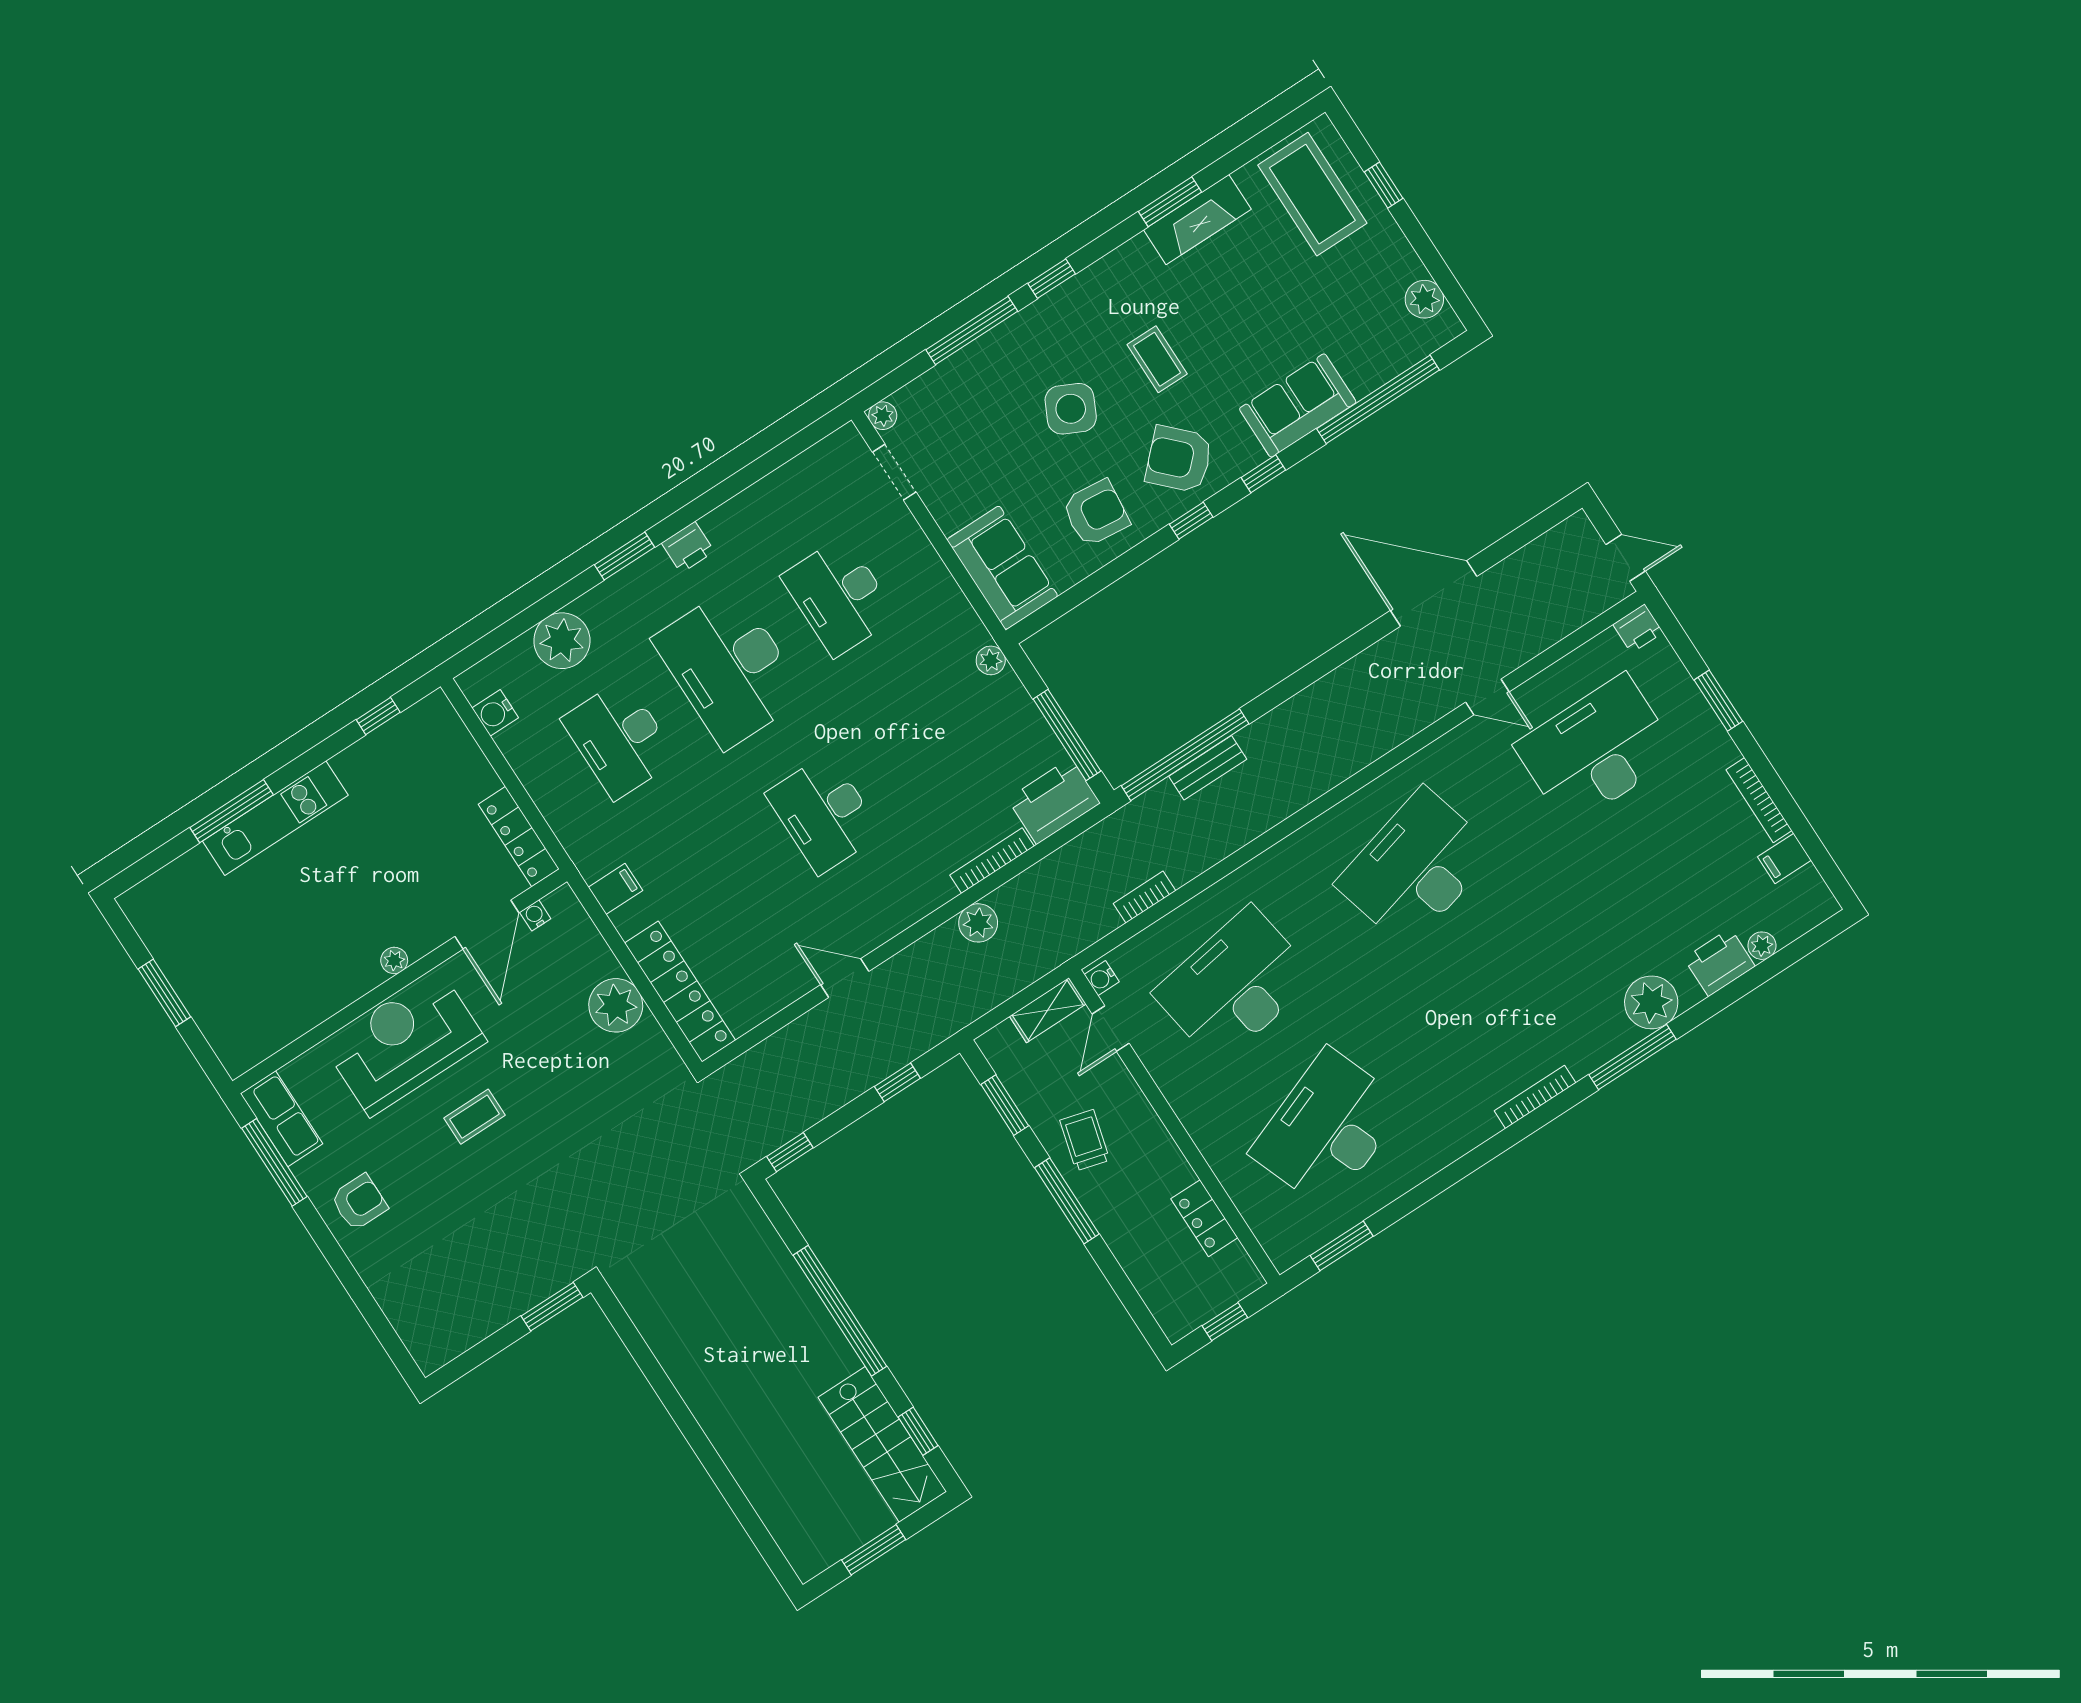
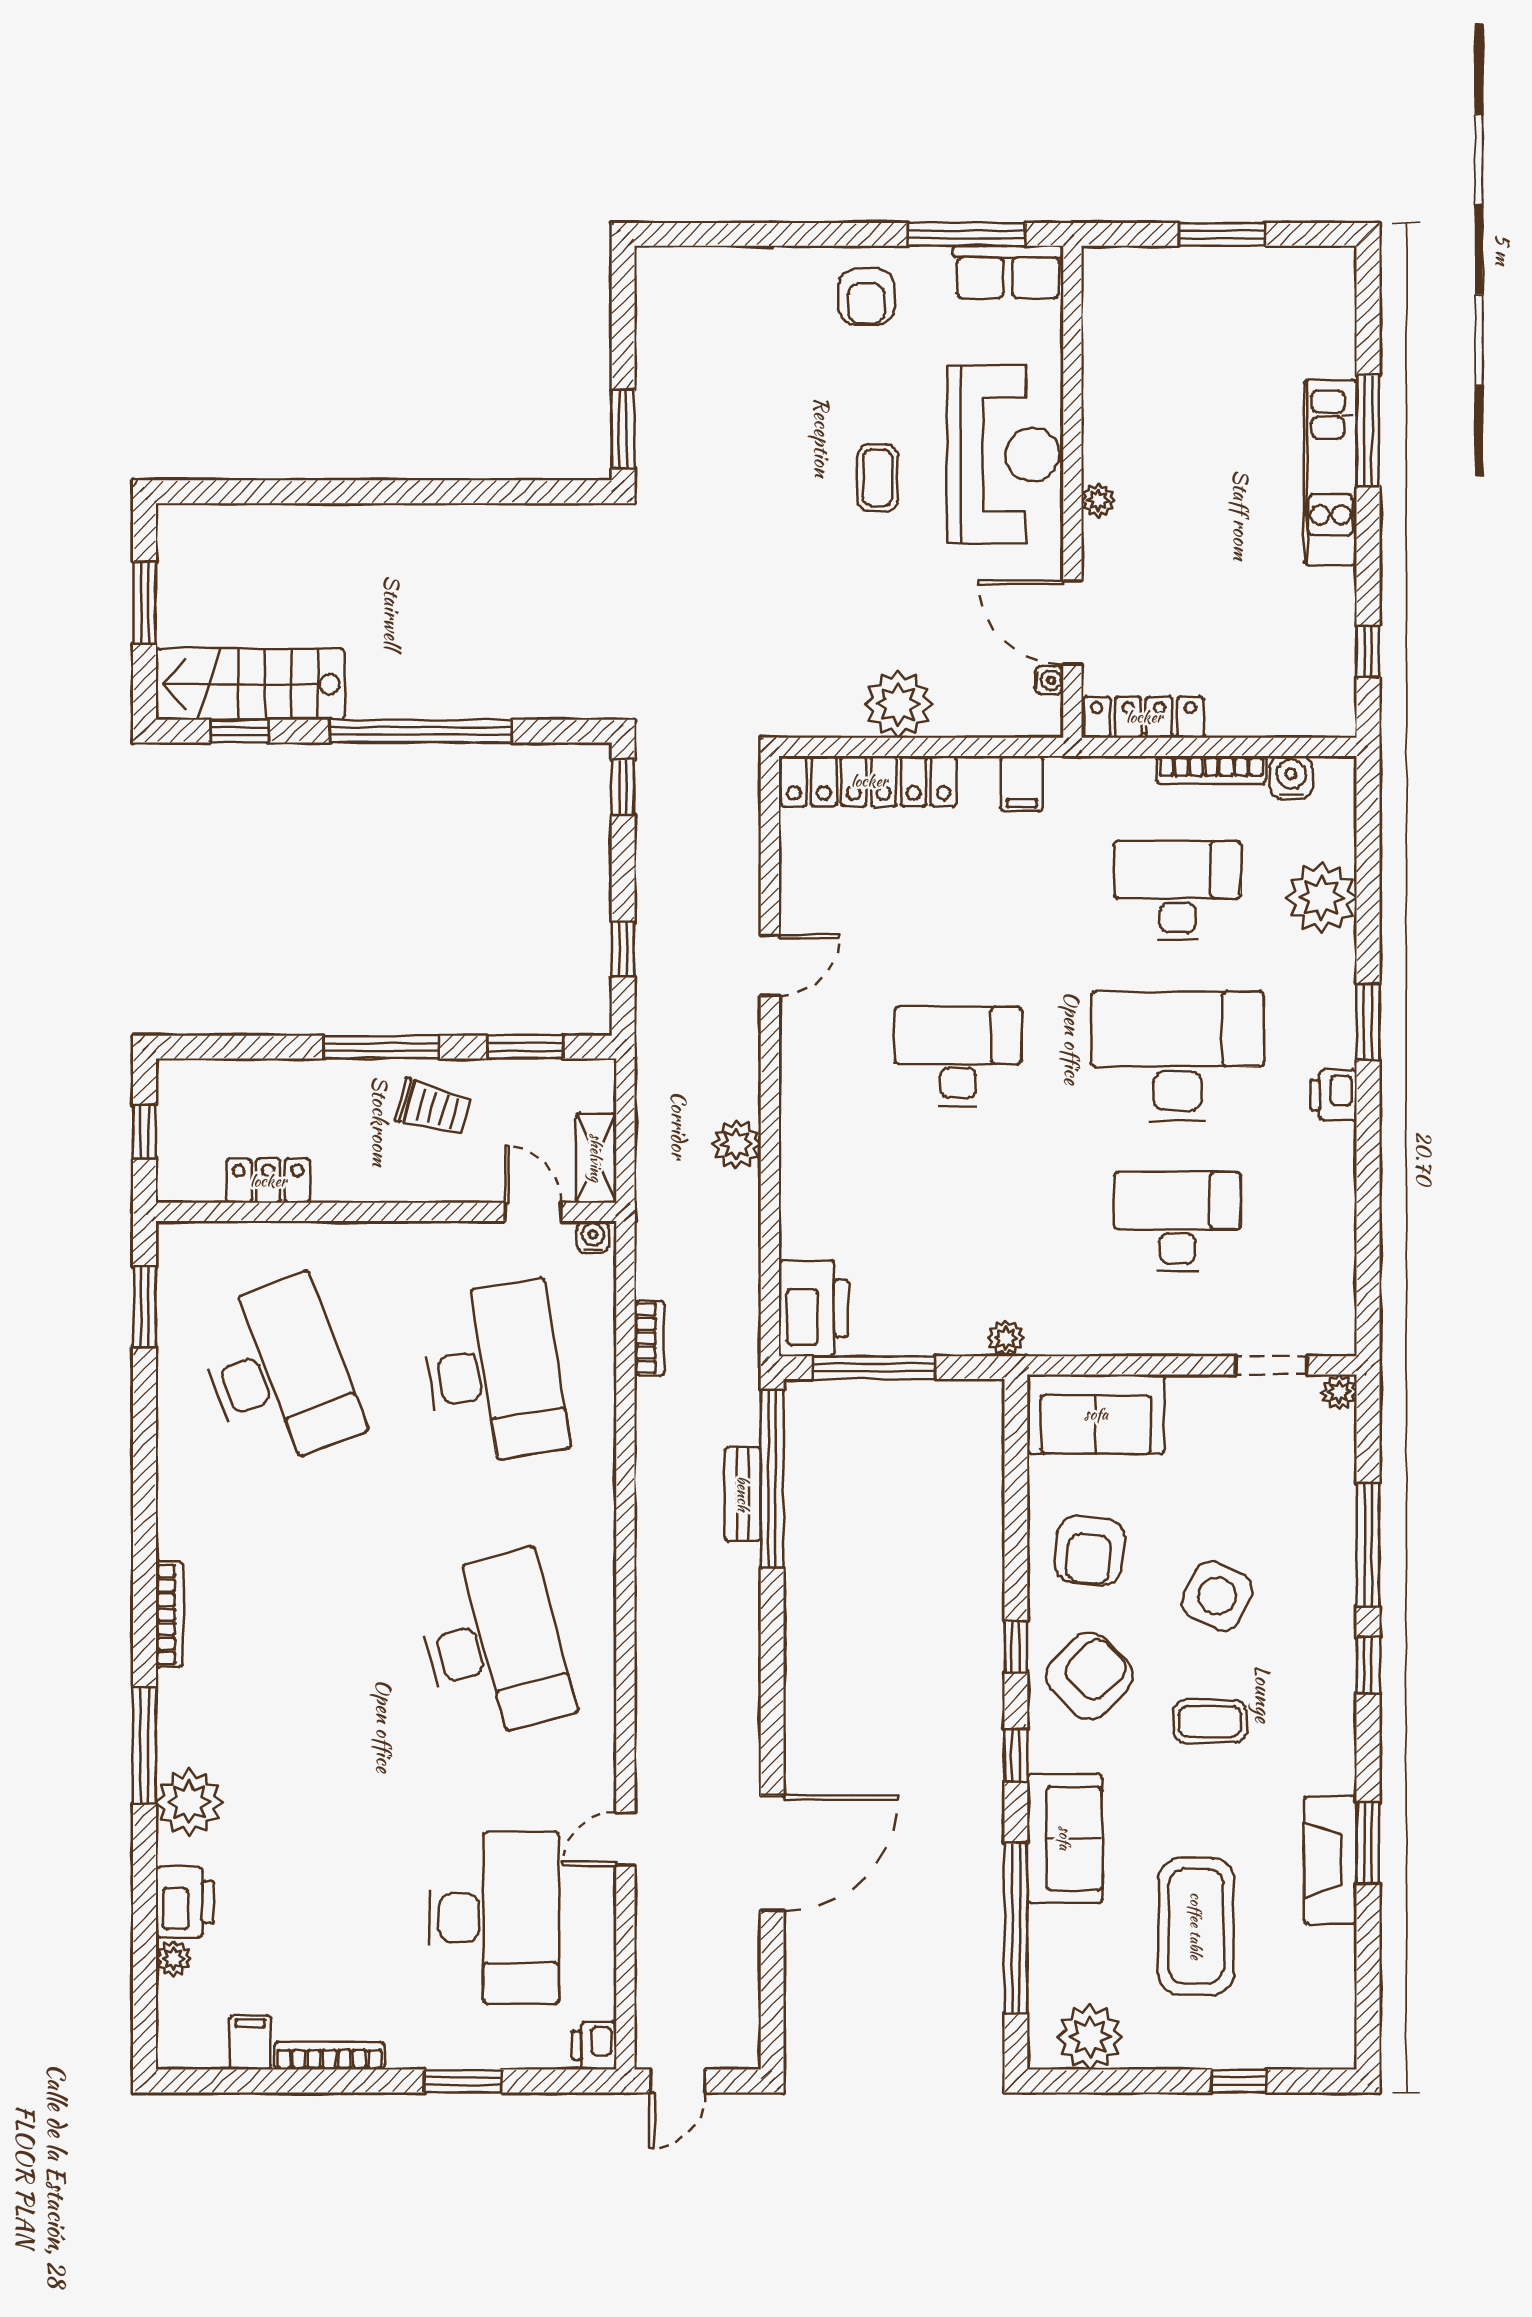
coffee table: (1312, 194) -> (1196, 1926), moved, turned 90
plant: (1424, 299) -> (1090, 2037), width x1.36, depth x1.36
bookcase: (992, 861) -> (1211, 770), moved, turned 90

